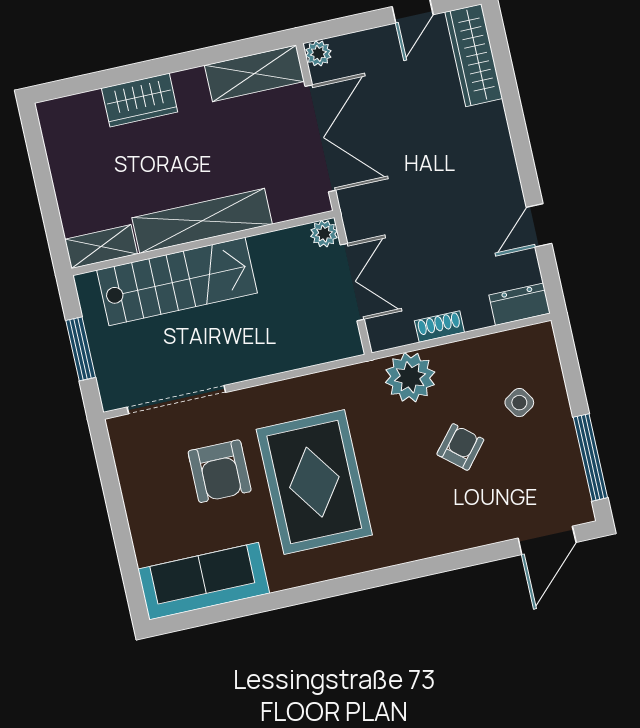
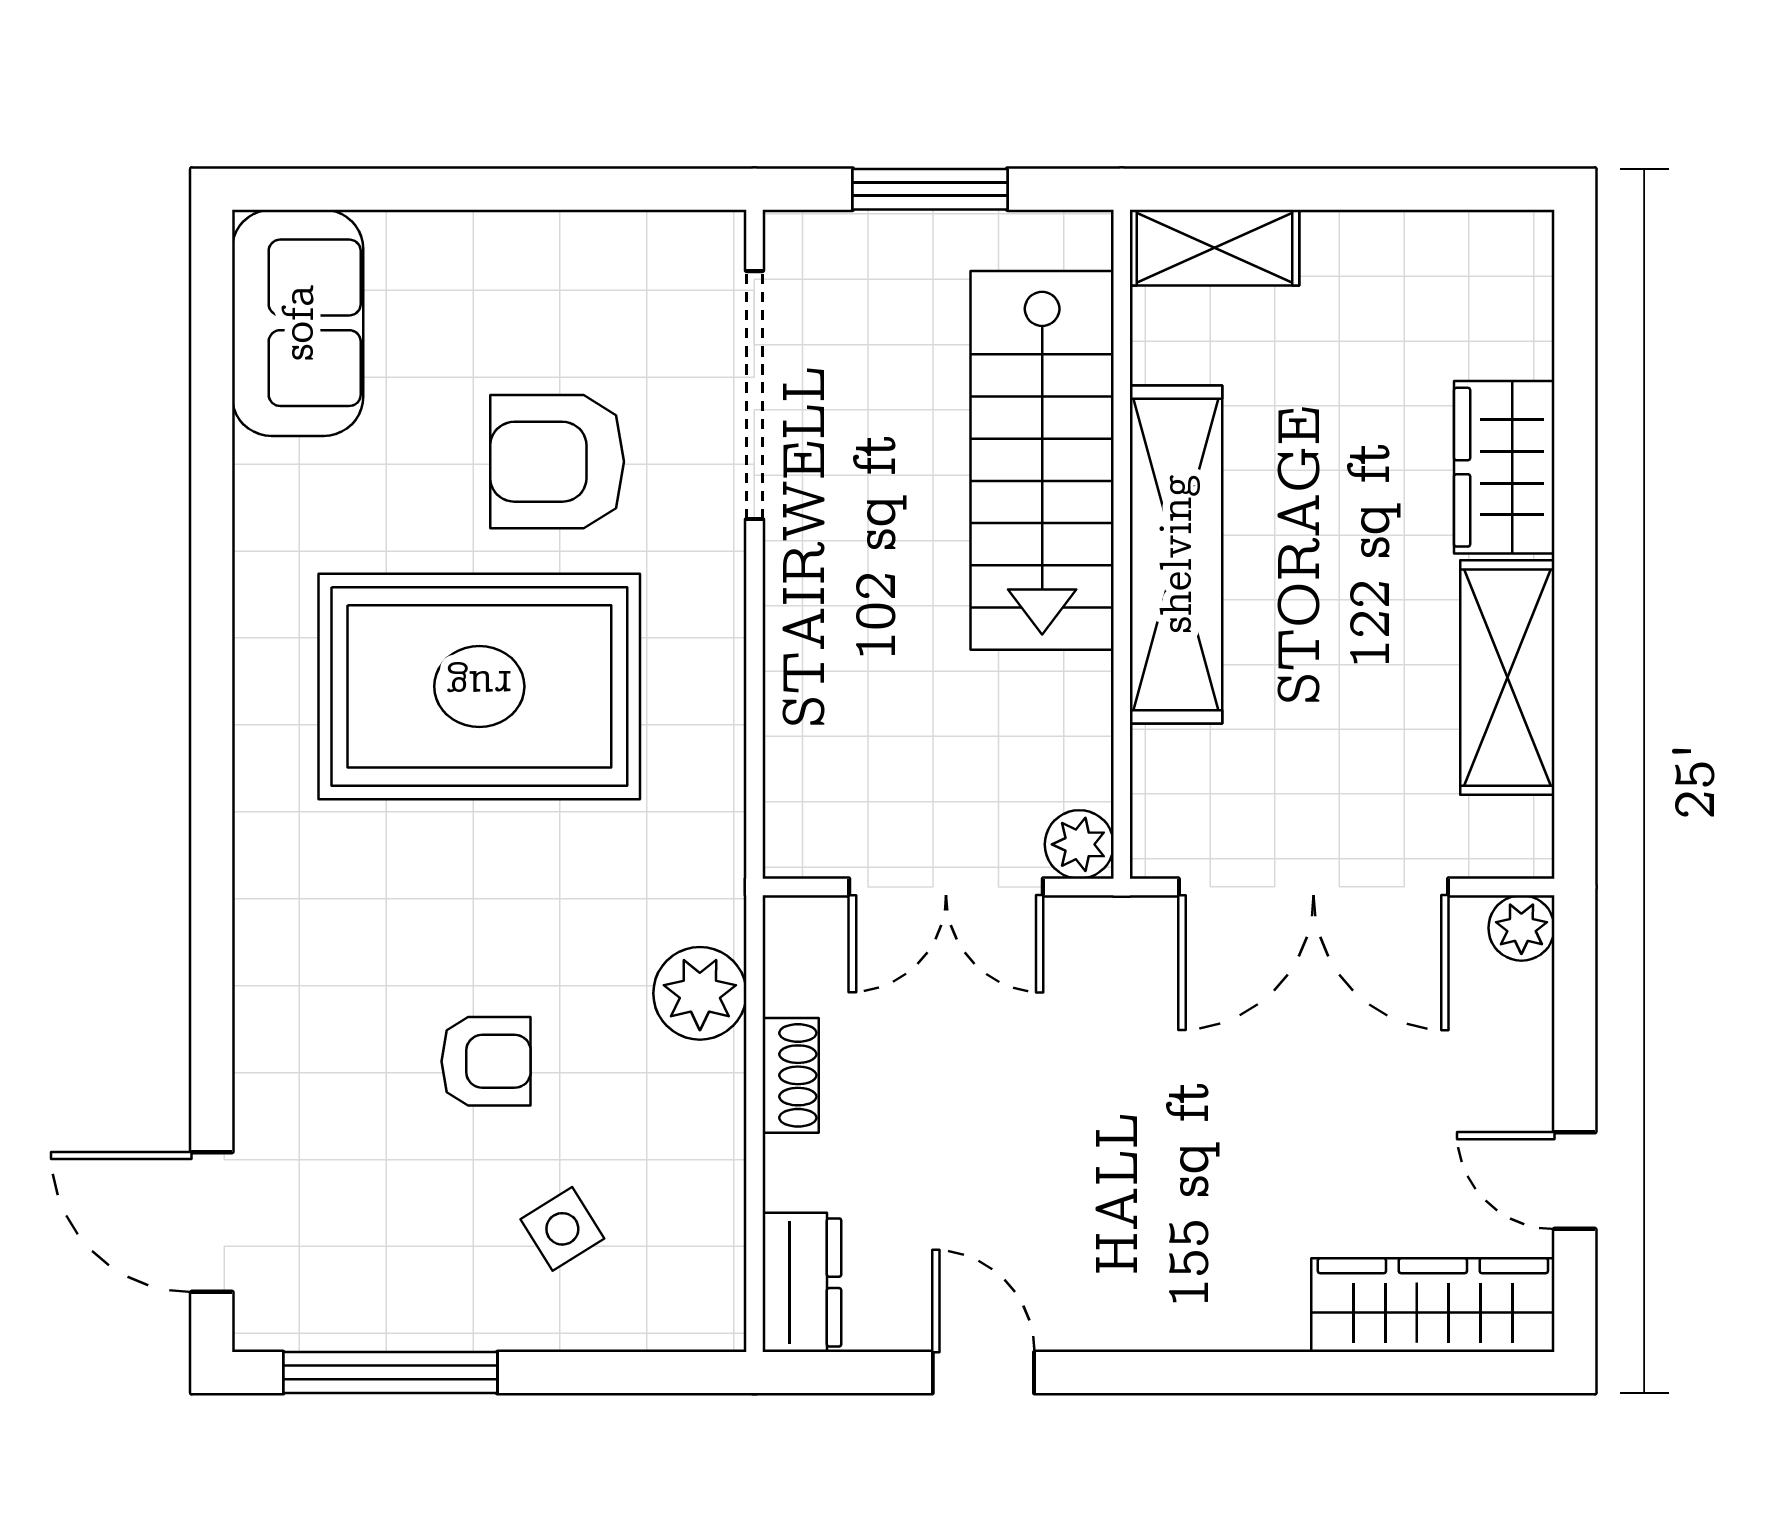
shelving: (254, 73) -> (1507, 678), moved
shelving: (101, 247) -> (1215, 248), moved, turned 90
plant: (410, 377) -> (700, 993), width x0.73, depth x0.73
armchair: (460, 447) -> (486, 1061), turned -40
sofa: (204, 581) -> (298, 323), width x0.73

